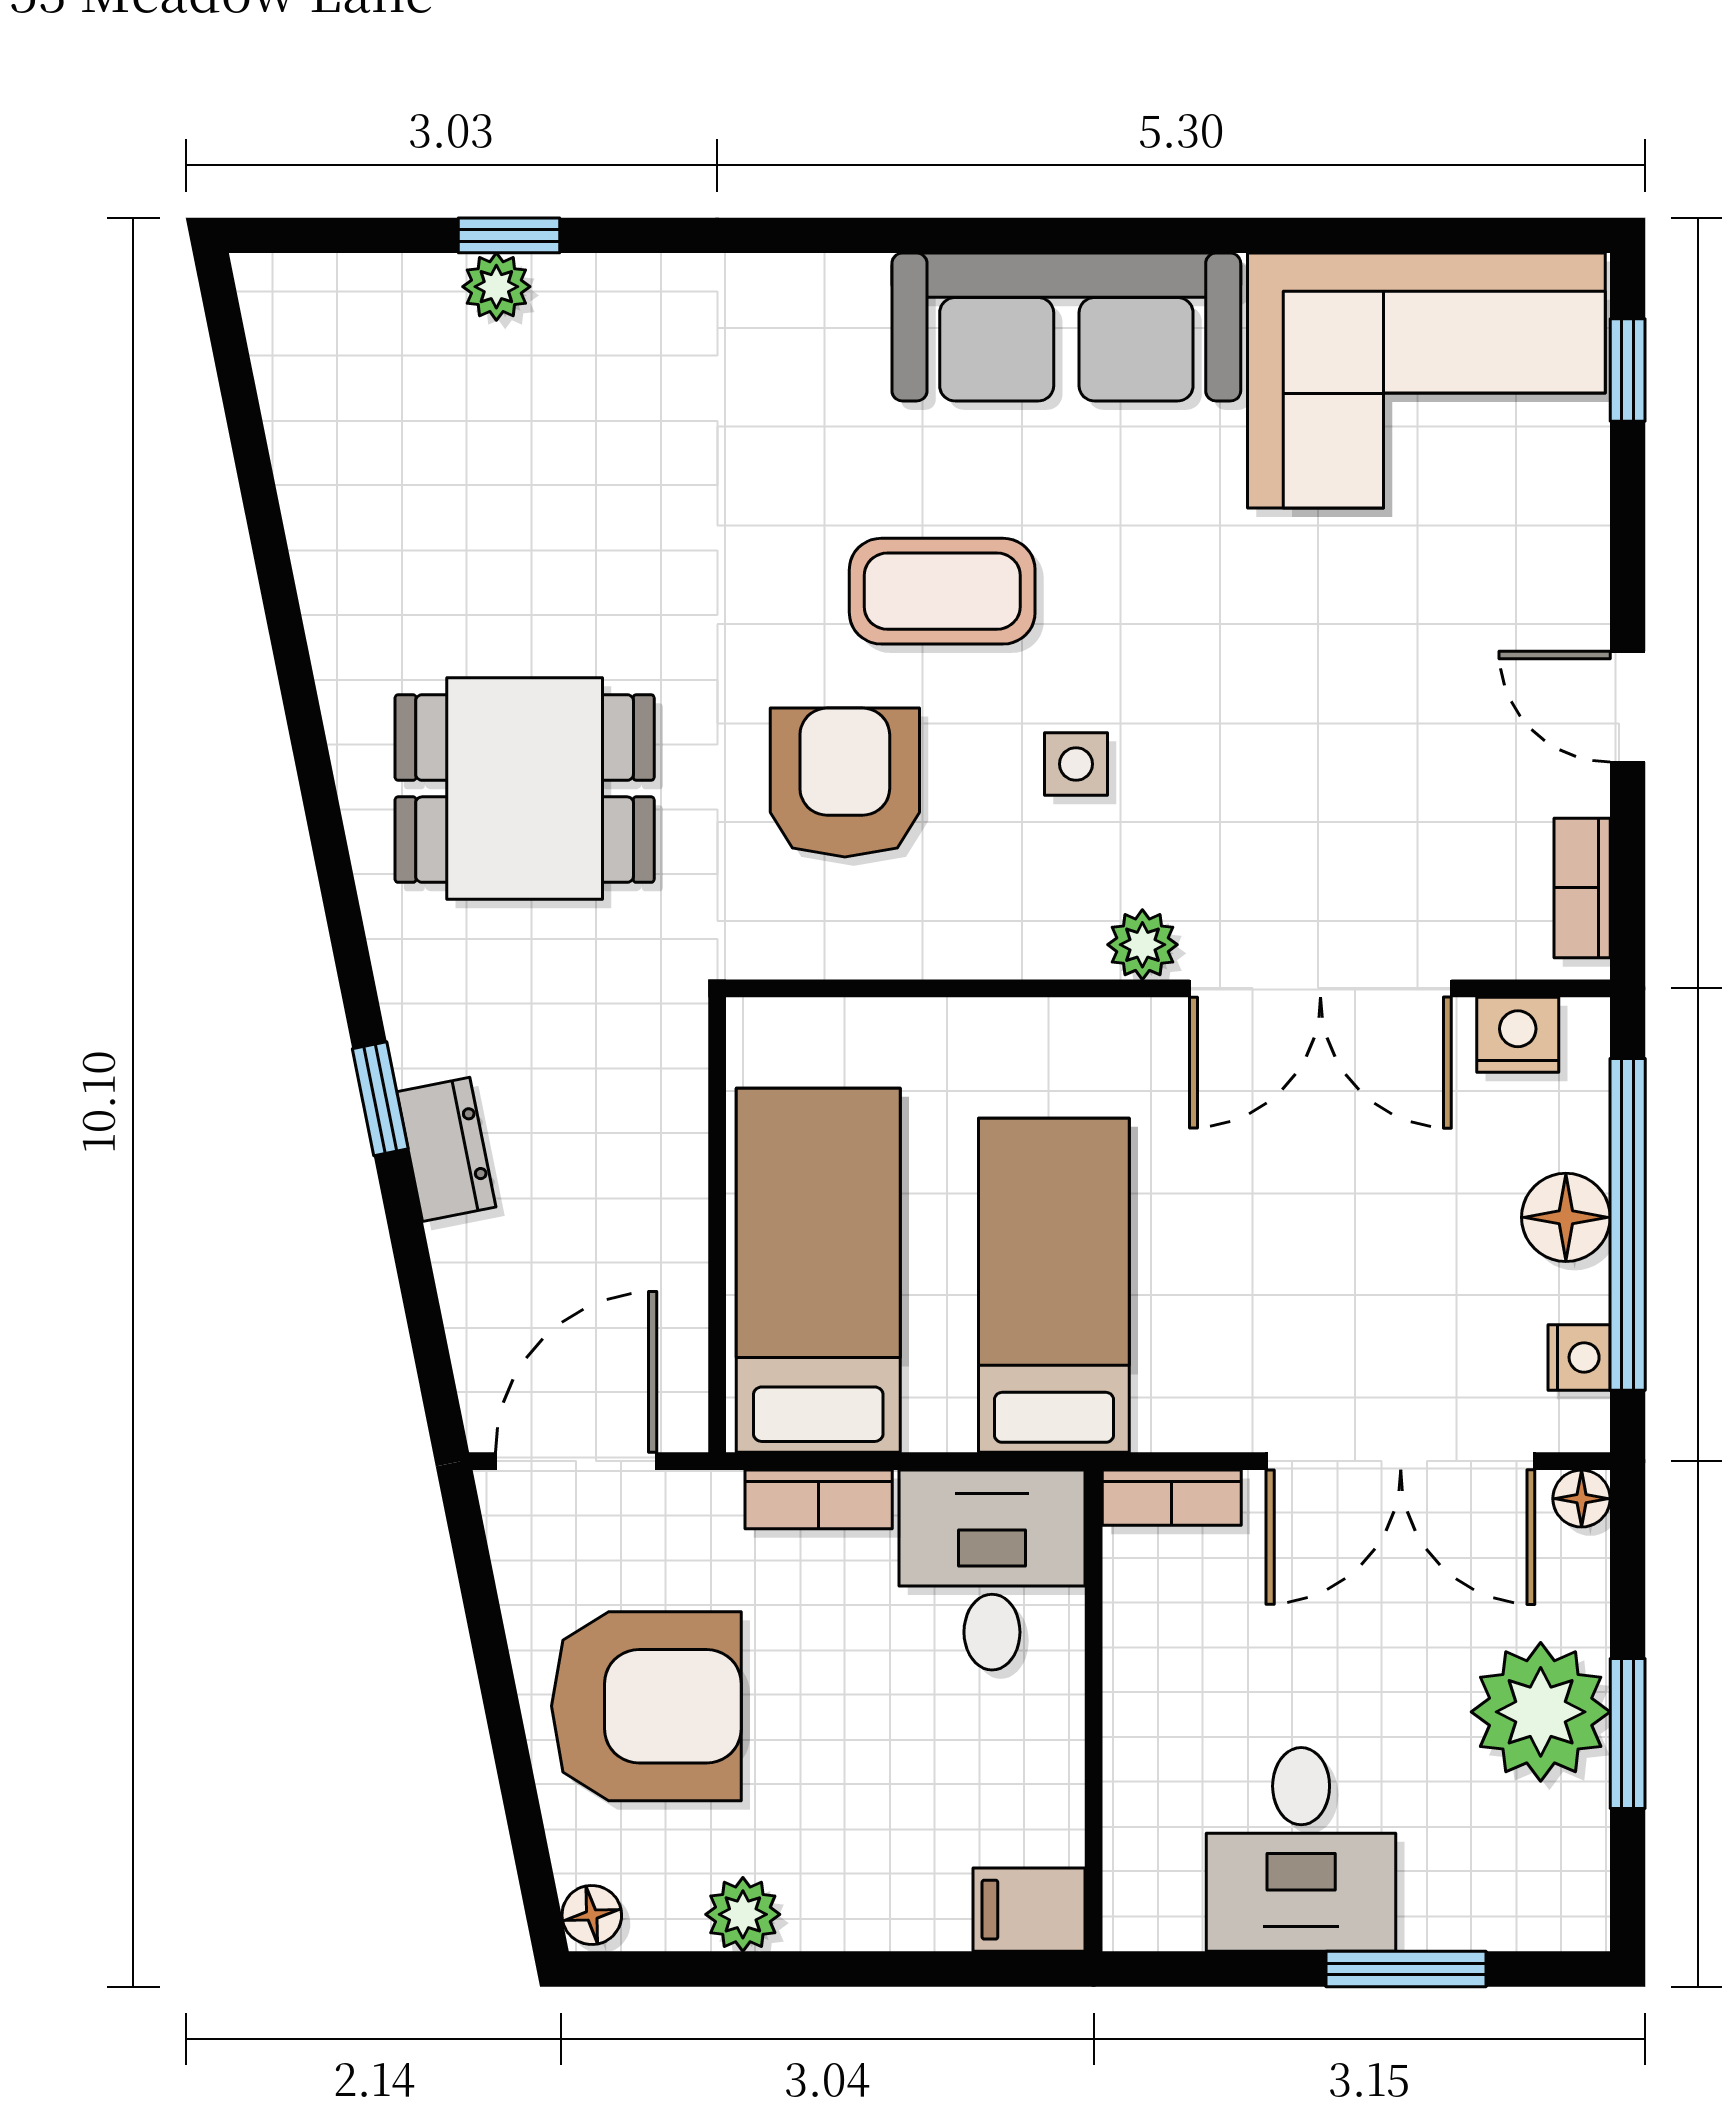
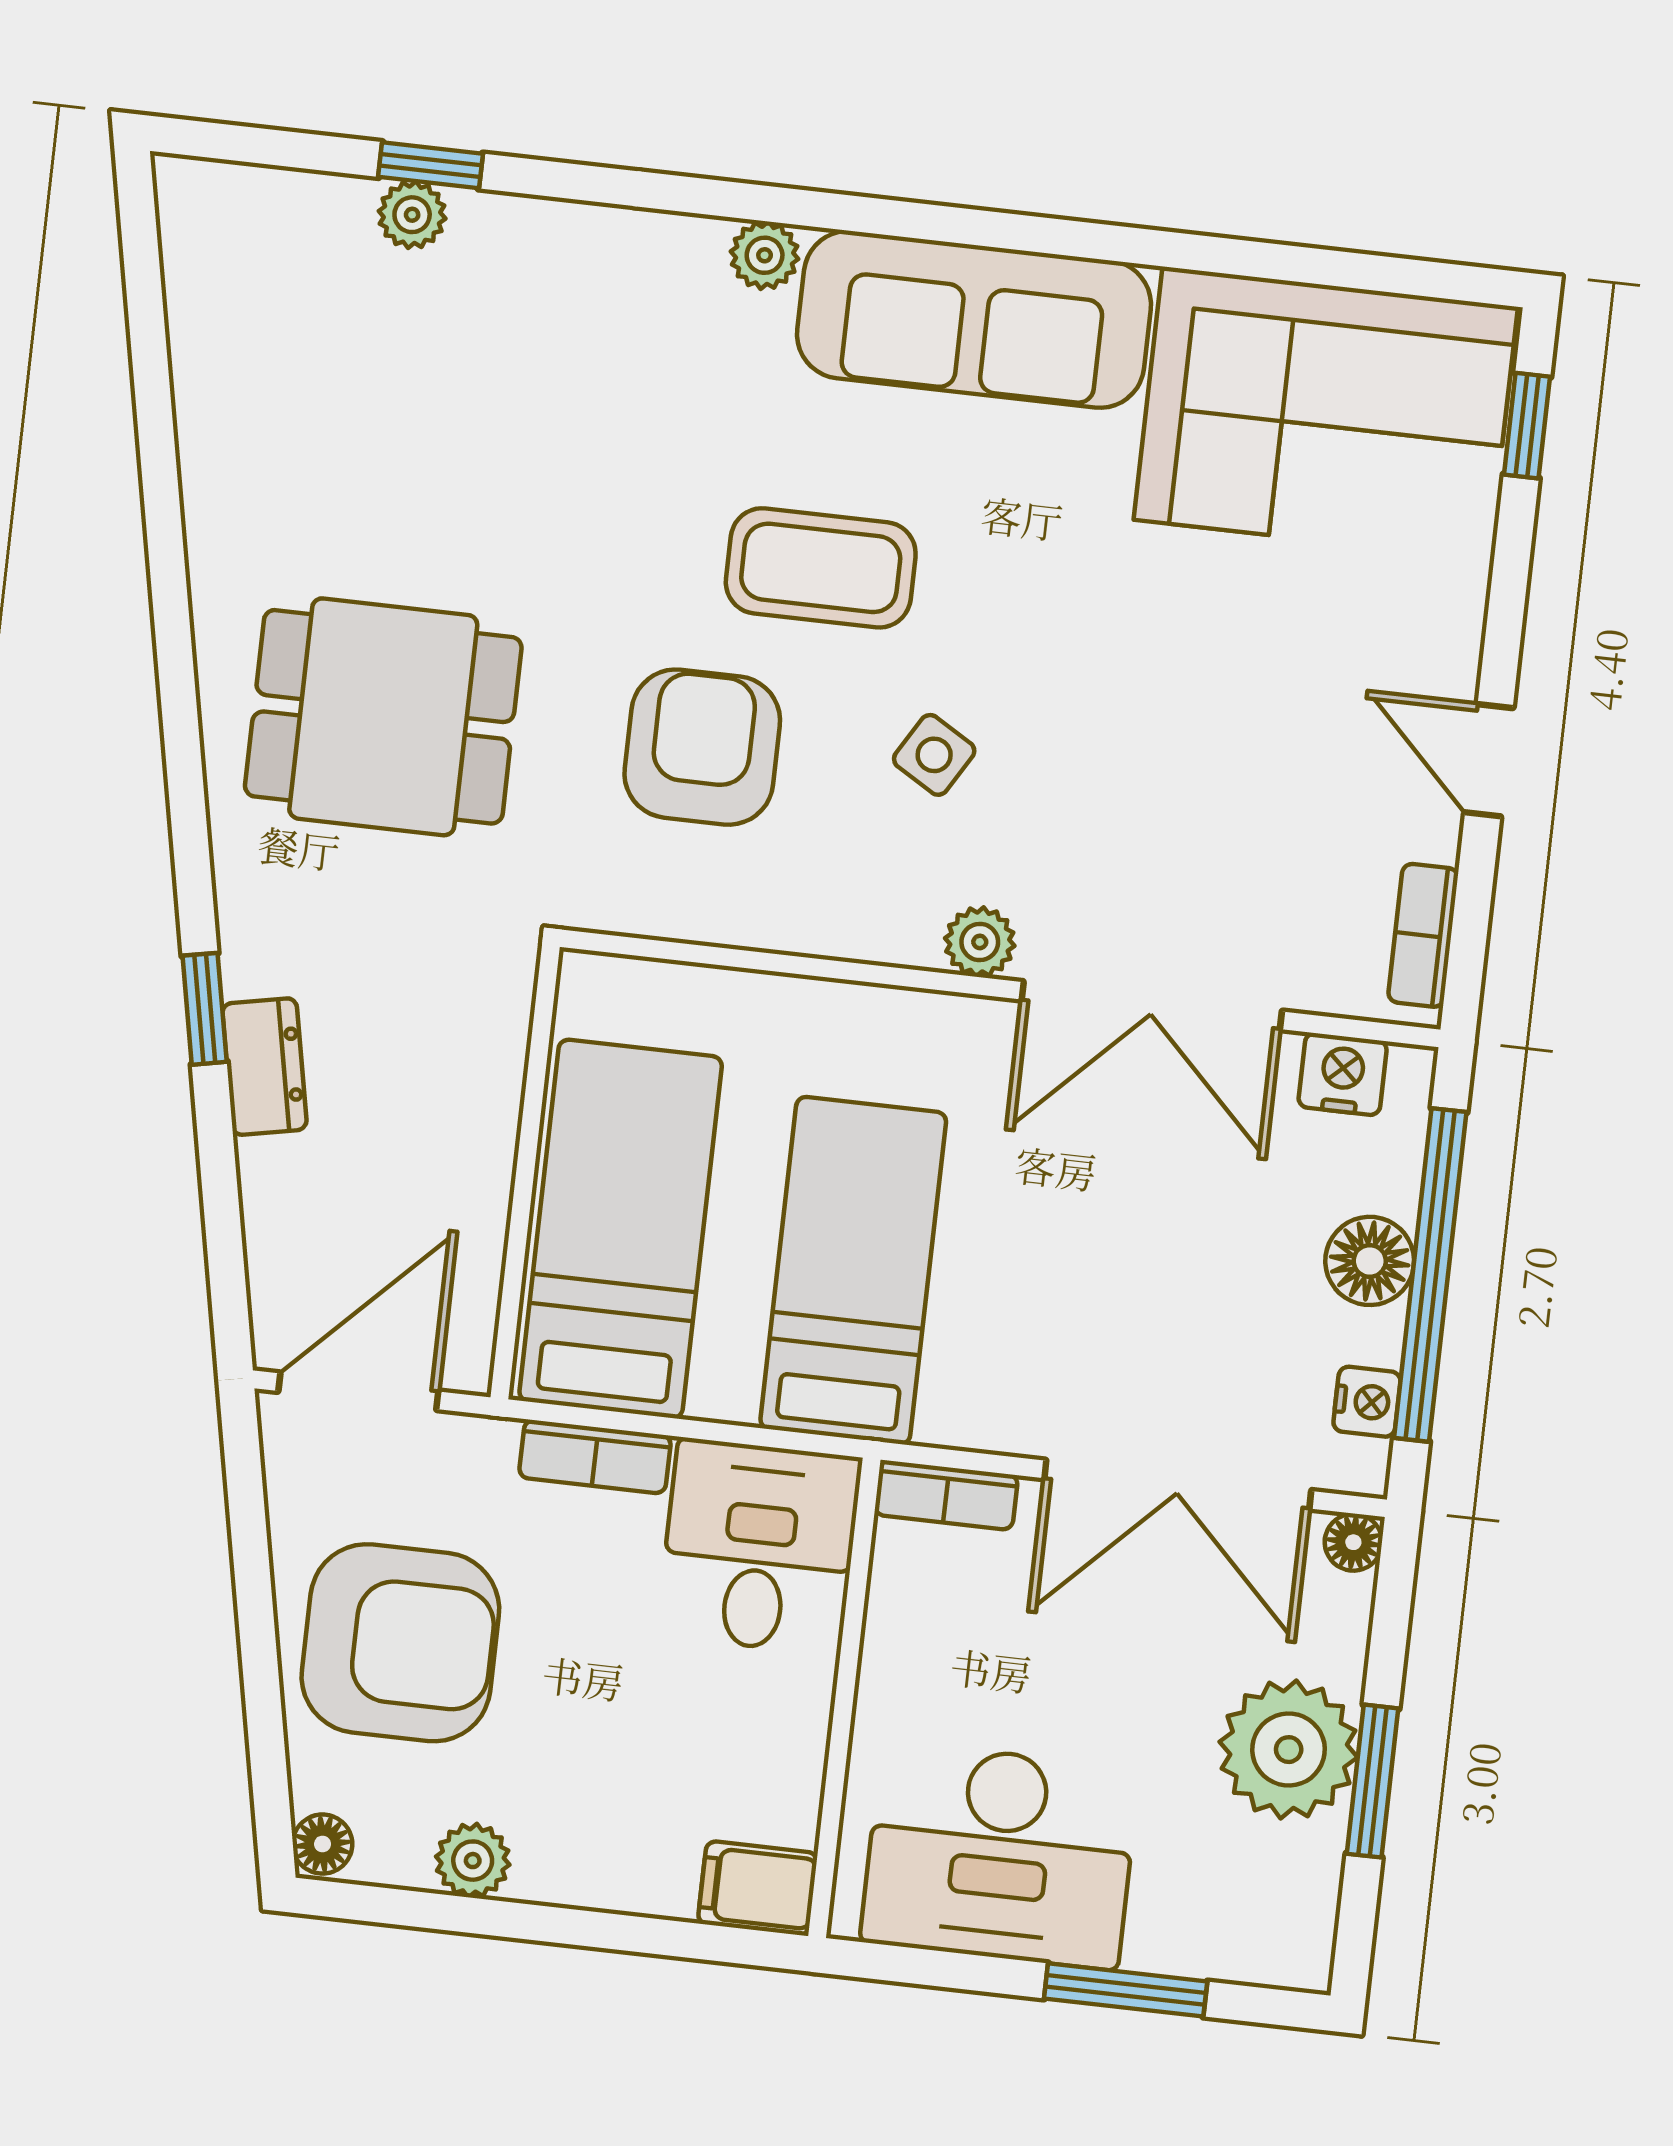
plant: (851, 287) -> (765, 255), added
side table: (1076, 764) -> (934, 755), turned 31
desk: (1301, 1849) -> (1000, 1855), width x1.37

